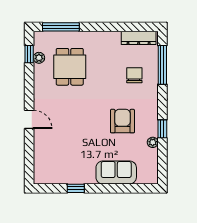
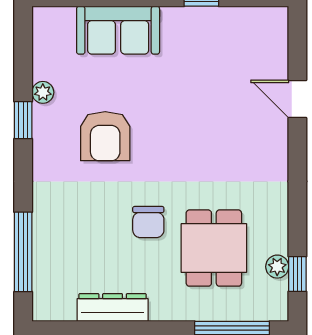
dresser: (139, 38) -> (113, 308), moved
chair: (134, 75) -> (148, 222), moved
door: (29, 119) -> (297, 99), moved

